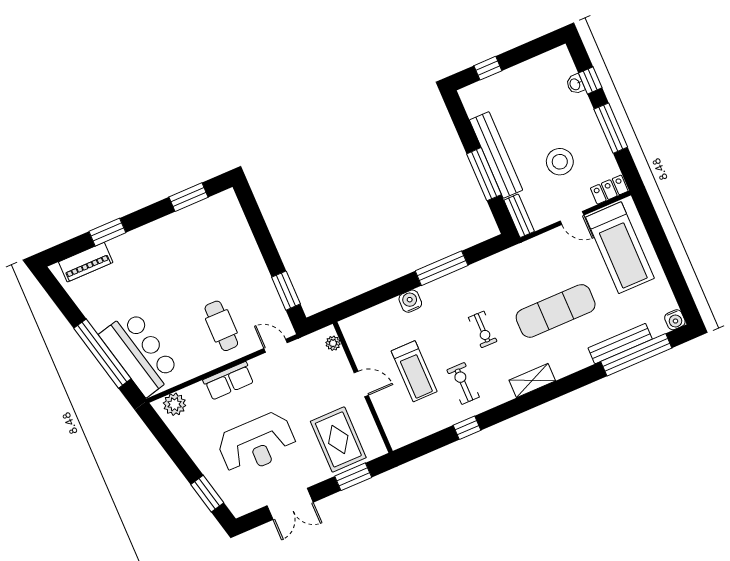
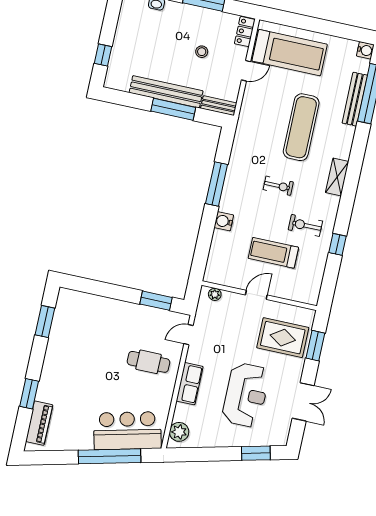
stool: (560, 162) -> (202, 52), width x0.53, depth x0.53
treadmill: (414, 371) -> (273, 253), turned 180

